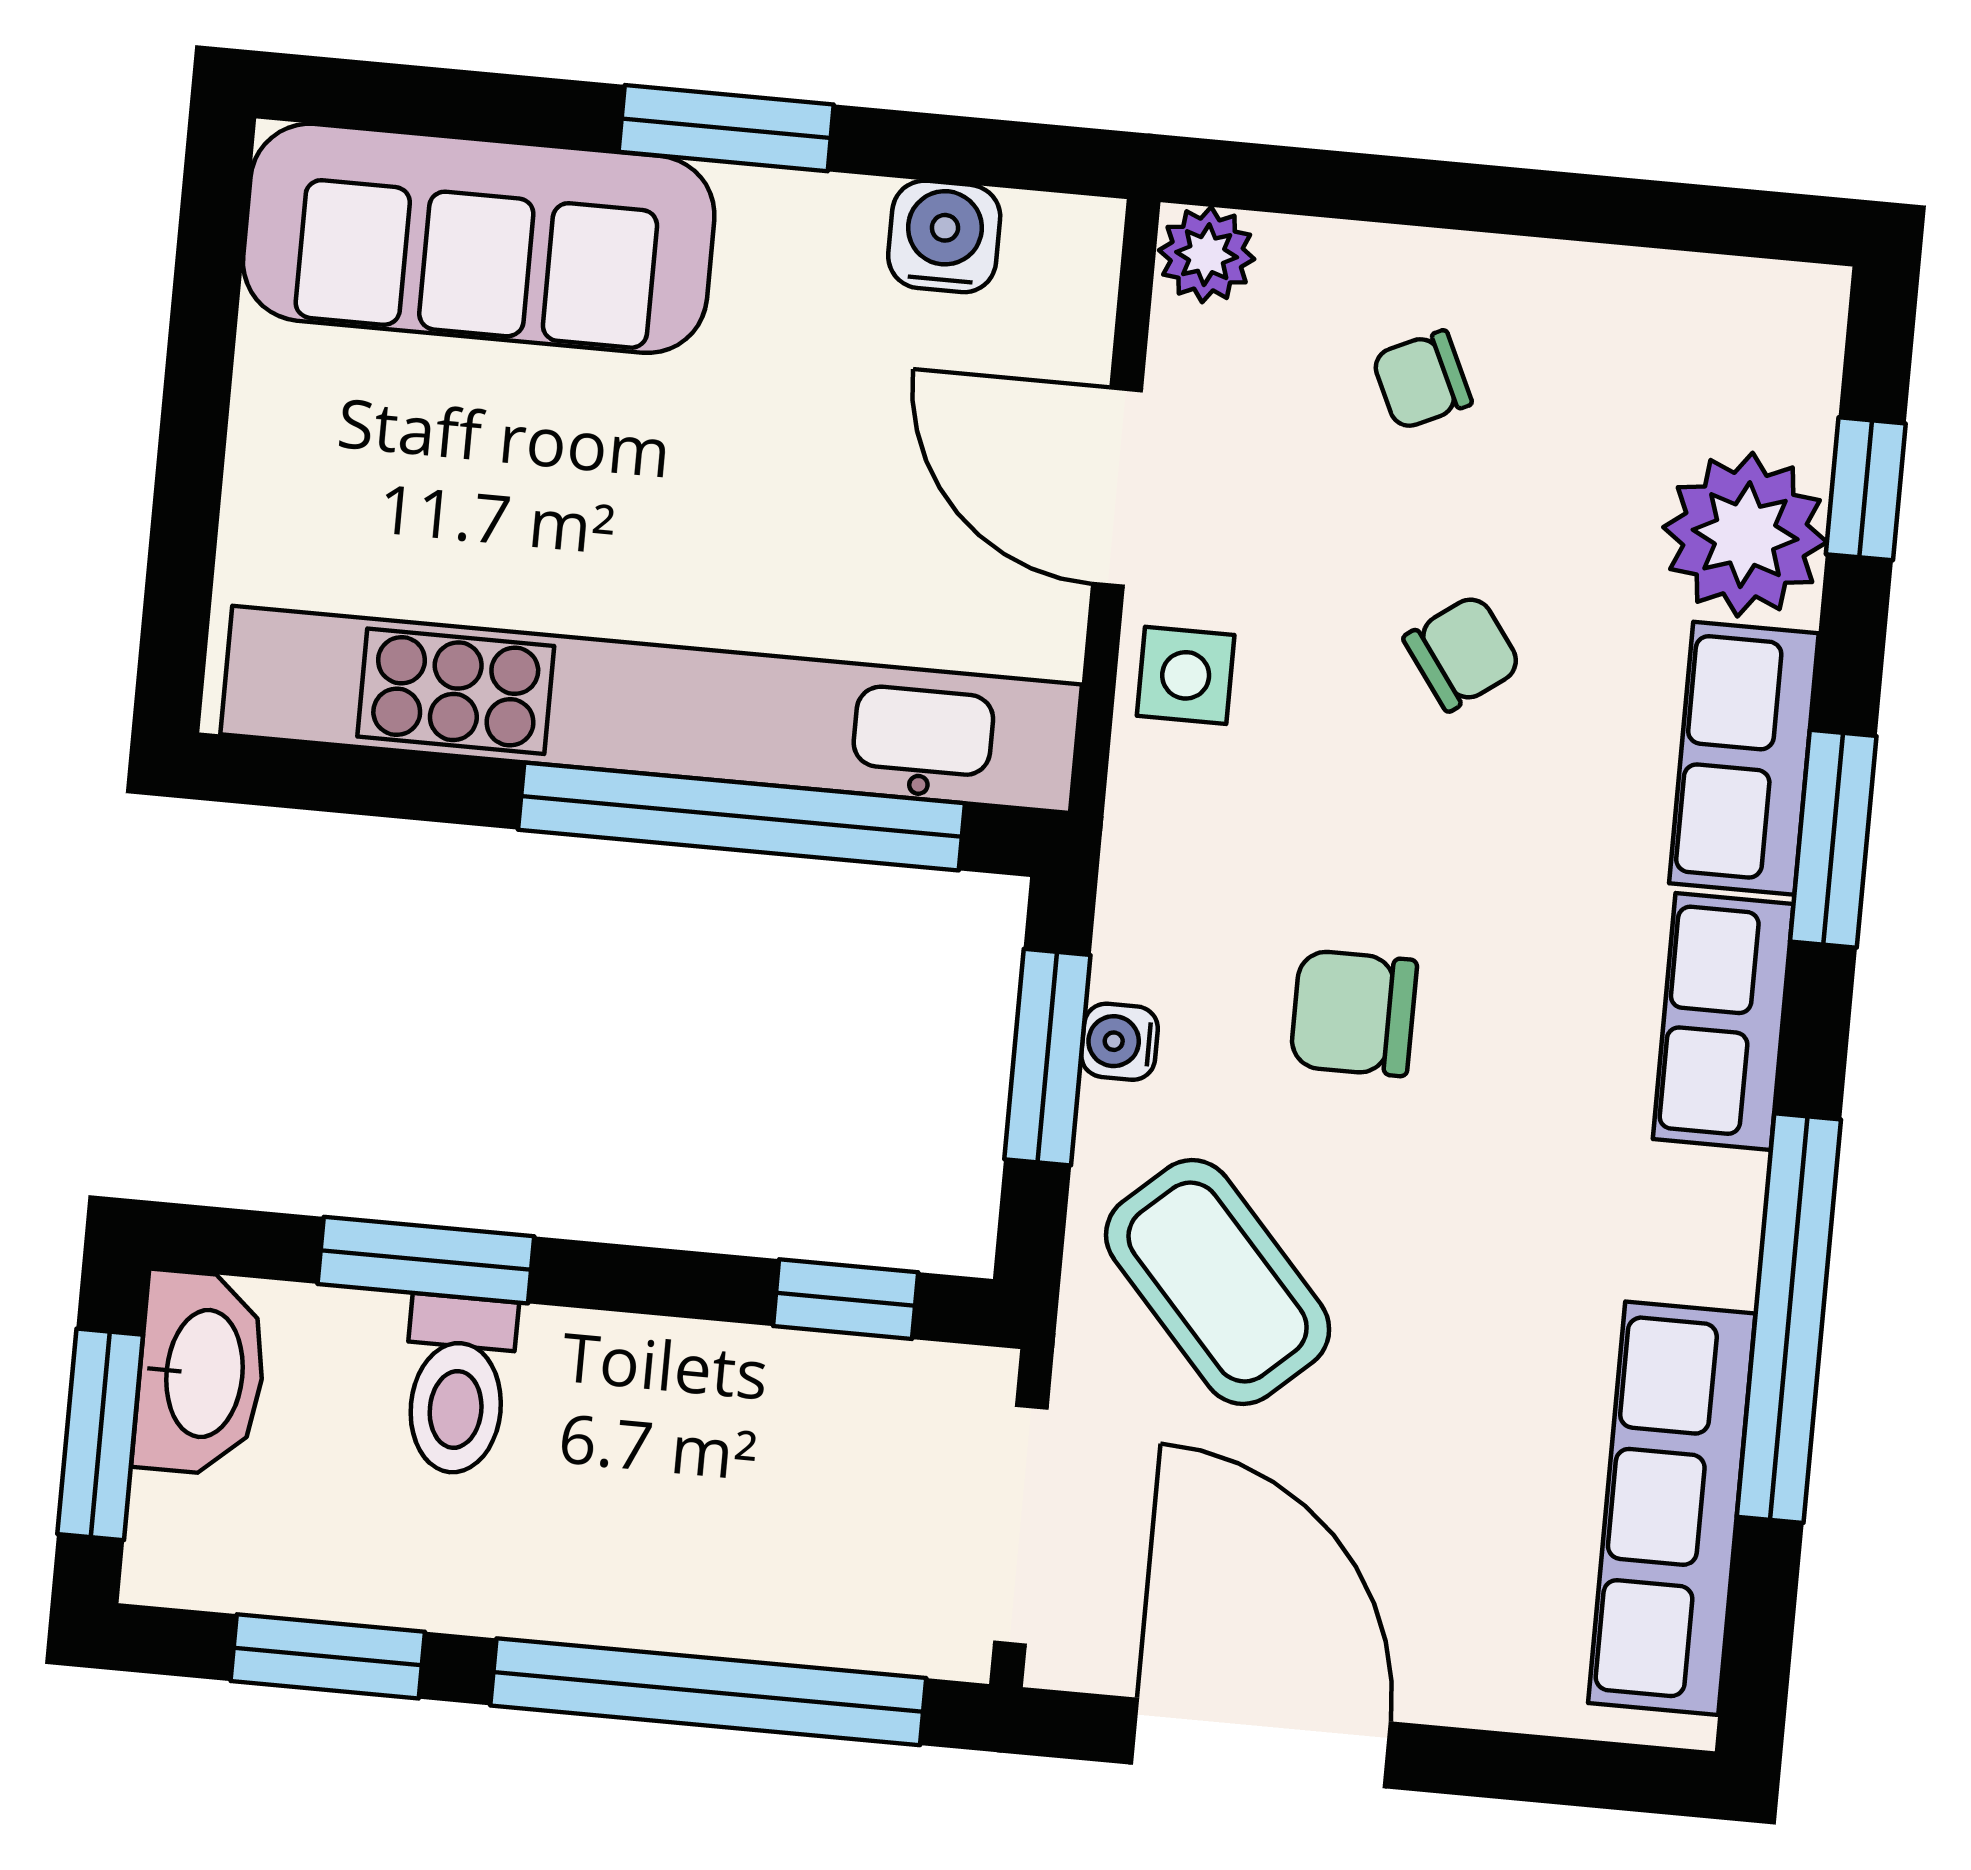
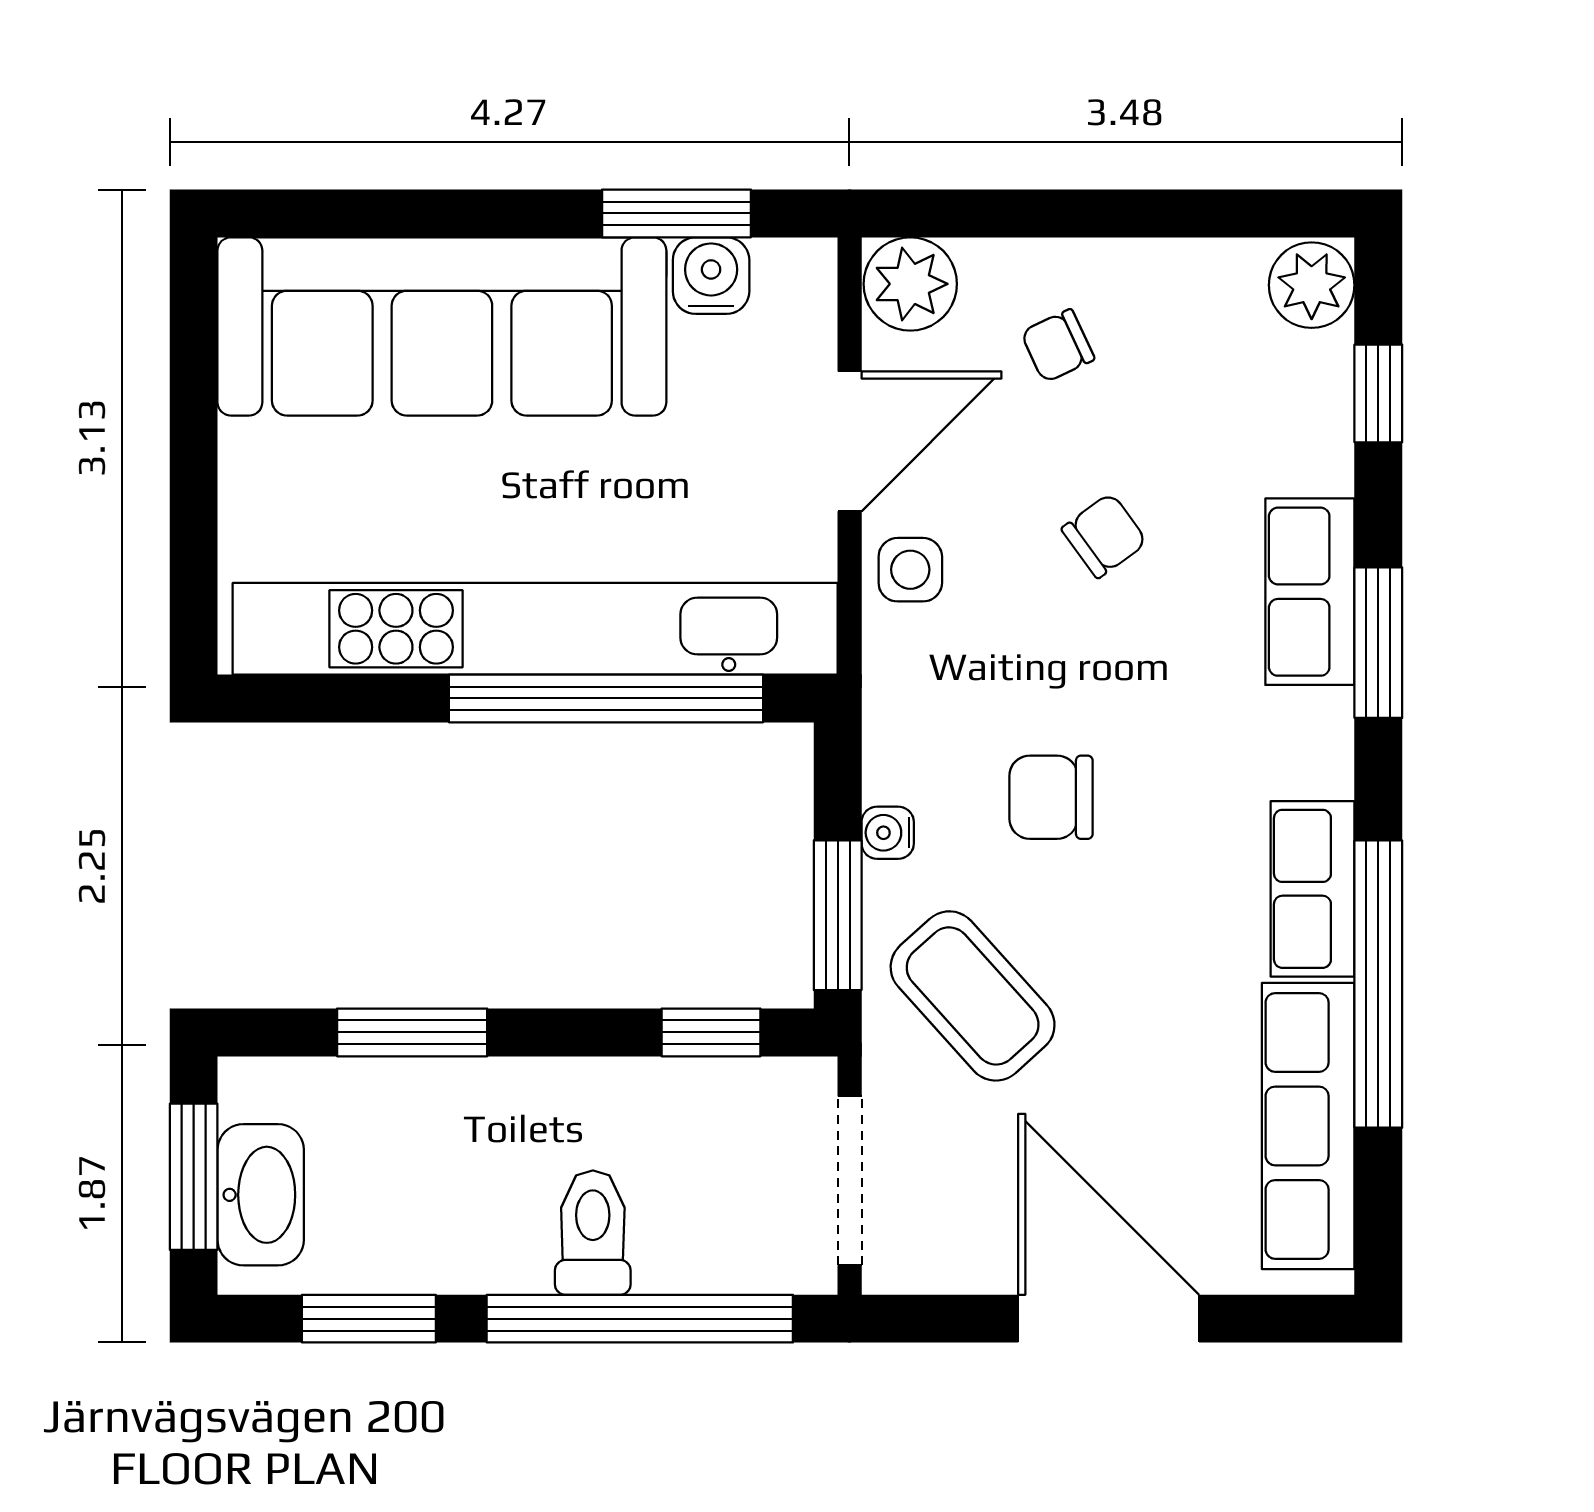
window: (726, 128) -> (676, 213), moved
sofa: (479, 238) -> (442, 326), width x1.36, depth x1.27
plant: (1207, 255) -> (910, 284), width x1.38, depth x1.38
door: (1117, 487) -> (850, 441), swing flipped
plant: (1745, 535) -> (1312, 285), moved, width x0.73, depth x0.73
row of seats: (1723, 1022) -> (1313, 889), moved
window: (1047, 1057) -> (838, 915), moved
washbasin: (201, 1373) -> (261, 1195), moved
toilet: (458, 1385) -> (593, 1233), moved, turned 180
door: (1261, 1743) -> (1109, 1319), moved

